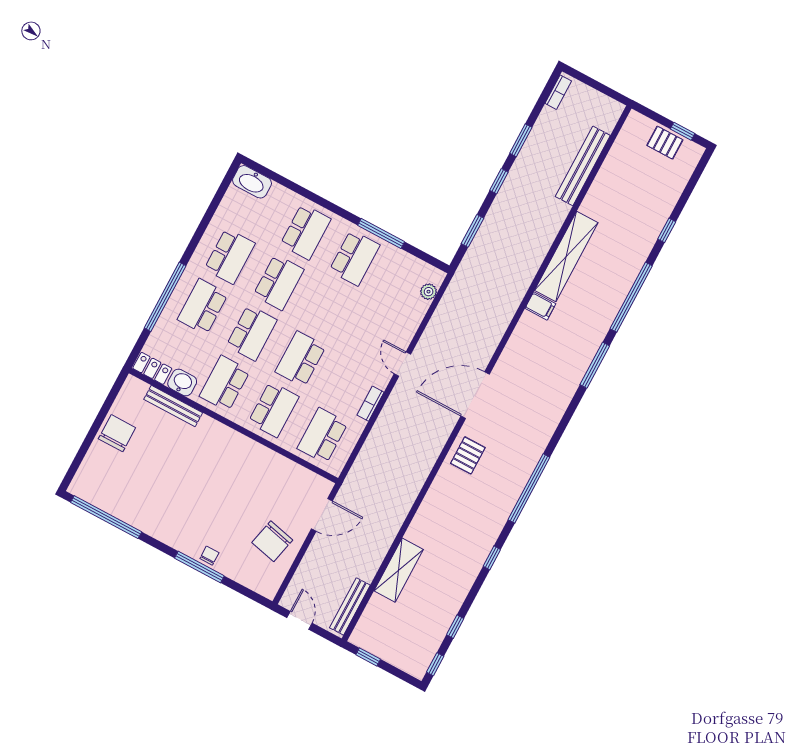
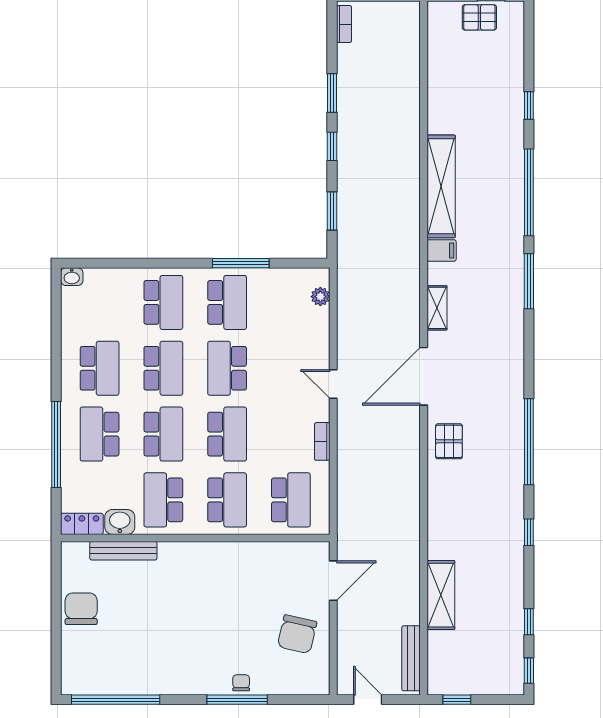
bench: (583, 166) -> (409, 86), removed
washbasin: (252, 182) -> (72, 277), width x0.52, depth x0.69
school desk: (328, 308) -> (227, 368), added
shelving: (513, 348) -> (437, 308), added
school desk: (301, 359) -> (227, 434), turned 180
school desk: (323, 436) -> (291, 500), turned 180

